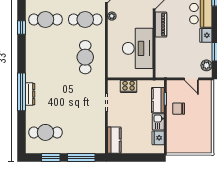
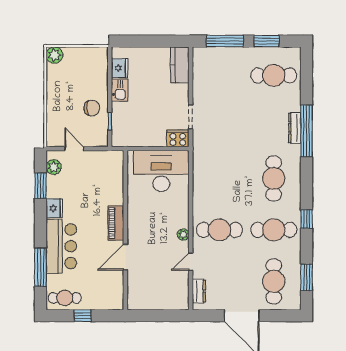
desk: (138, 48) -> (161, 171), moved, turned 90
cafe table: (85, 57) -> (274, 178), moved
cooker: (129, 86) -> (178, 138), moved
kitchen counter: (158, 100) -> (120, 120), removed
plant: (206, 147) -> (54, 55), added

